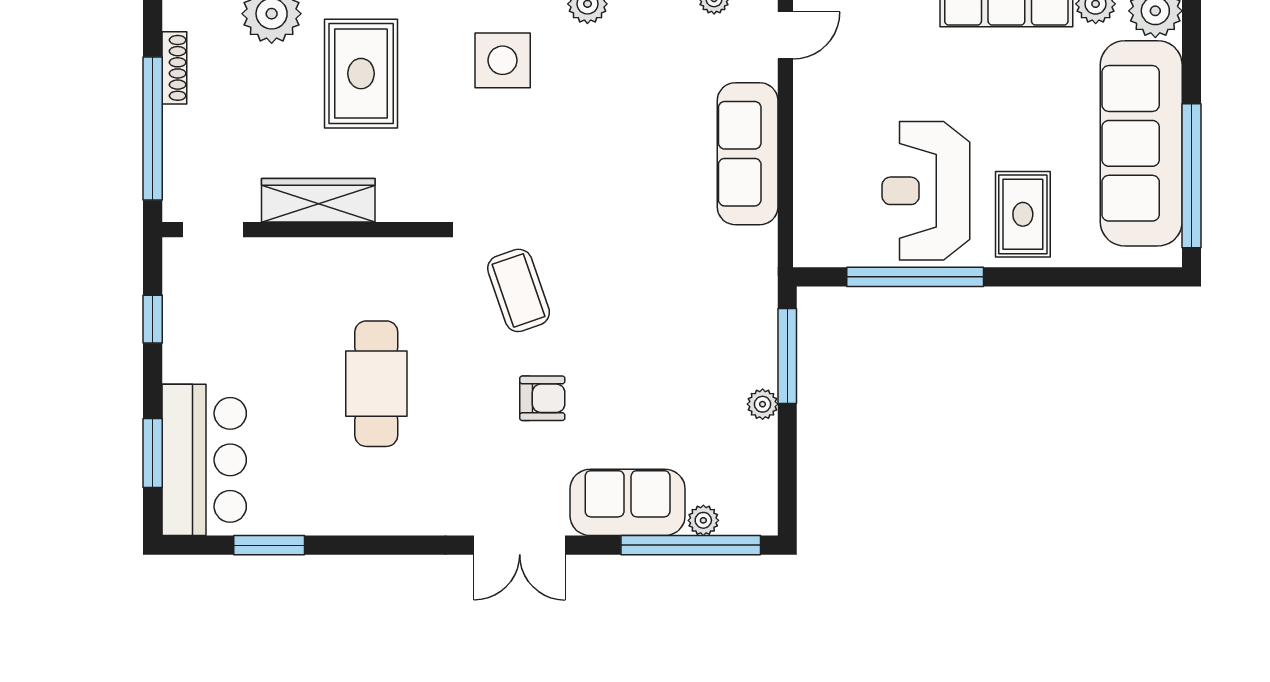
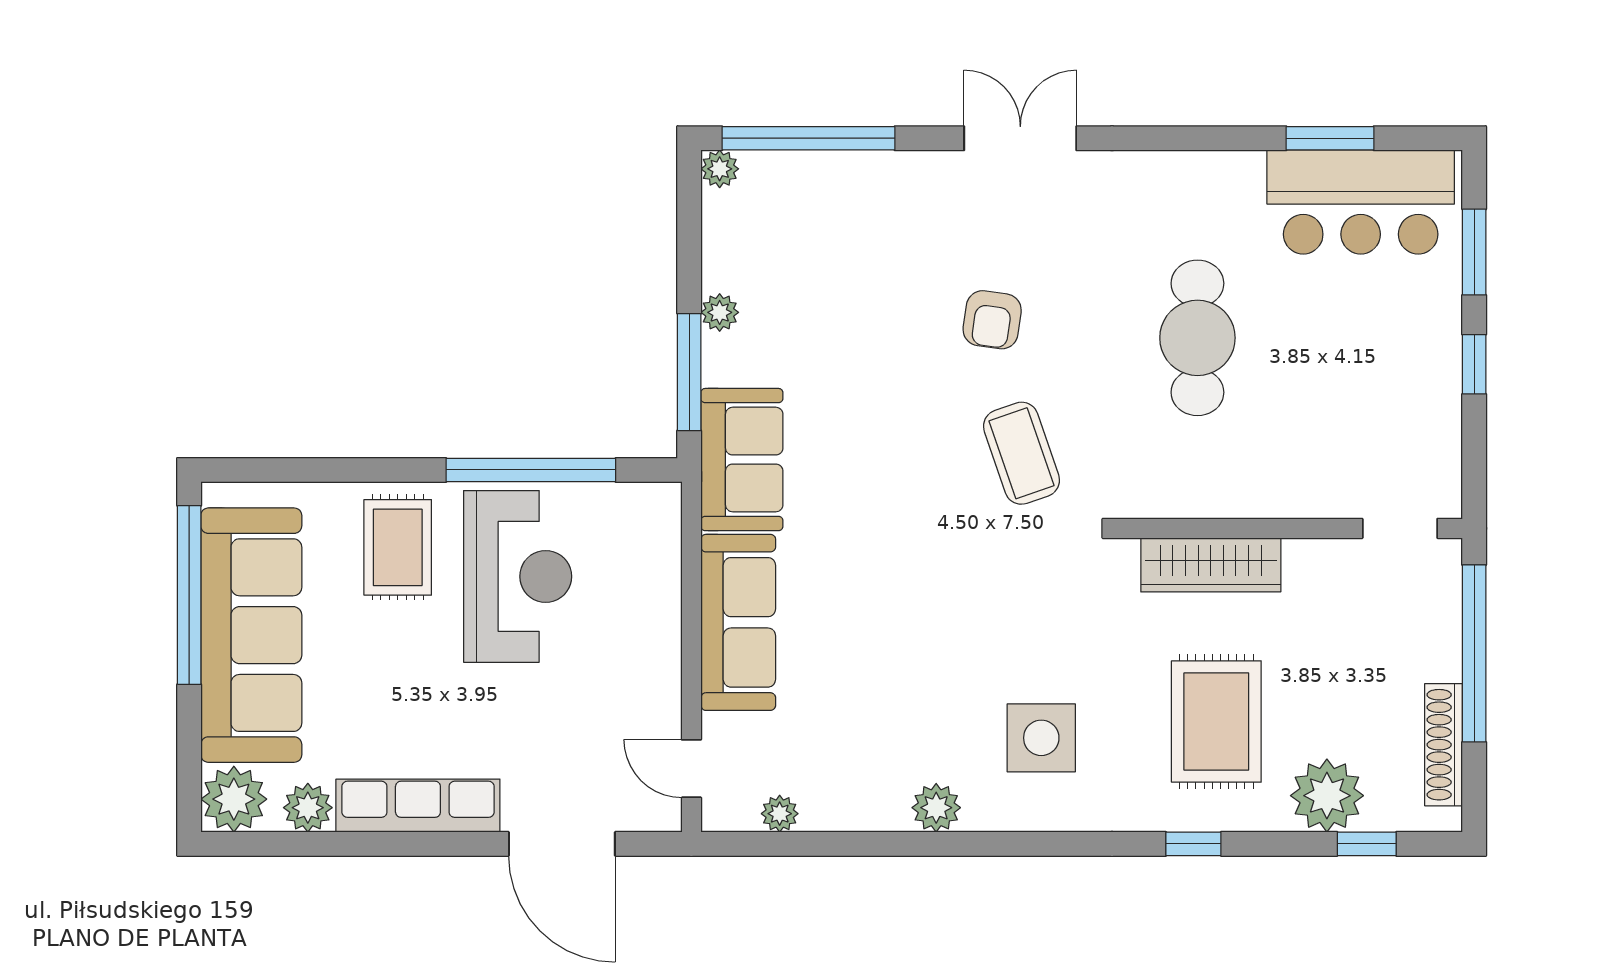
door: (785, 35) -> (691, 769), hinge flipped
shoe rack: (174, 68) -> (1444, 745), width x1.36, depth x1.24
wardrobe: (318, 200) -> (1211, 565), moved
window: (153, 319) -> (1474, 364), moved
armchair: (542, 398) -> (992, 320), turned -82
bar counter: (204, 460) -> (1361, 202), moved, turned -90
sofa: (628, 502) -> (742, 460), moved, turned -90
plant: (703, 520) -> (720, 169), moved

